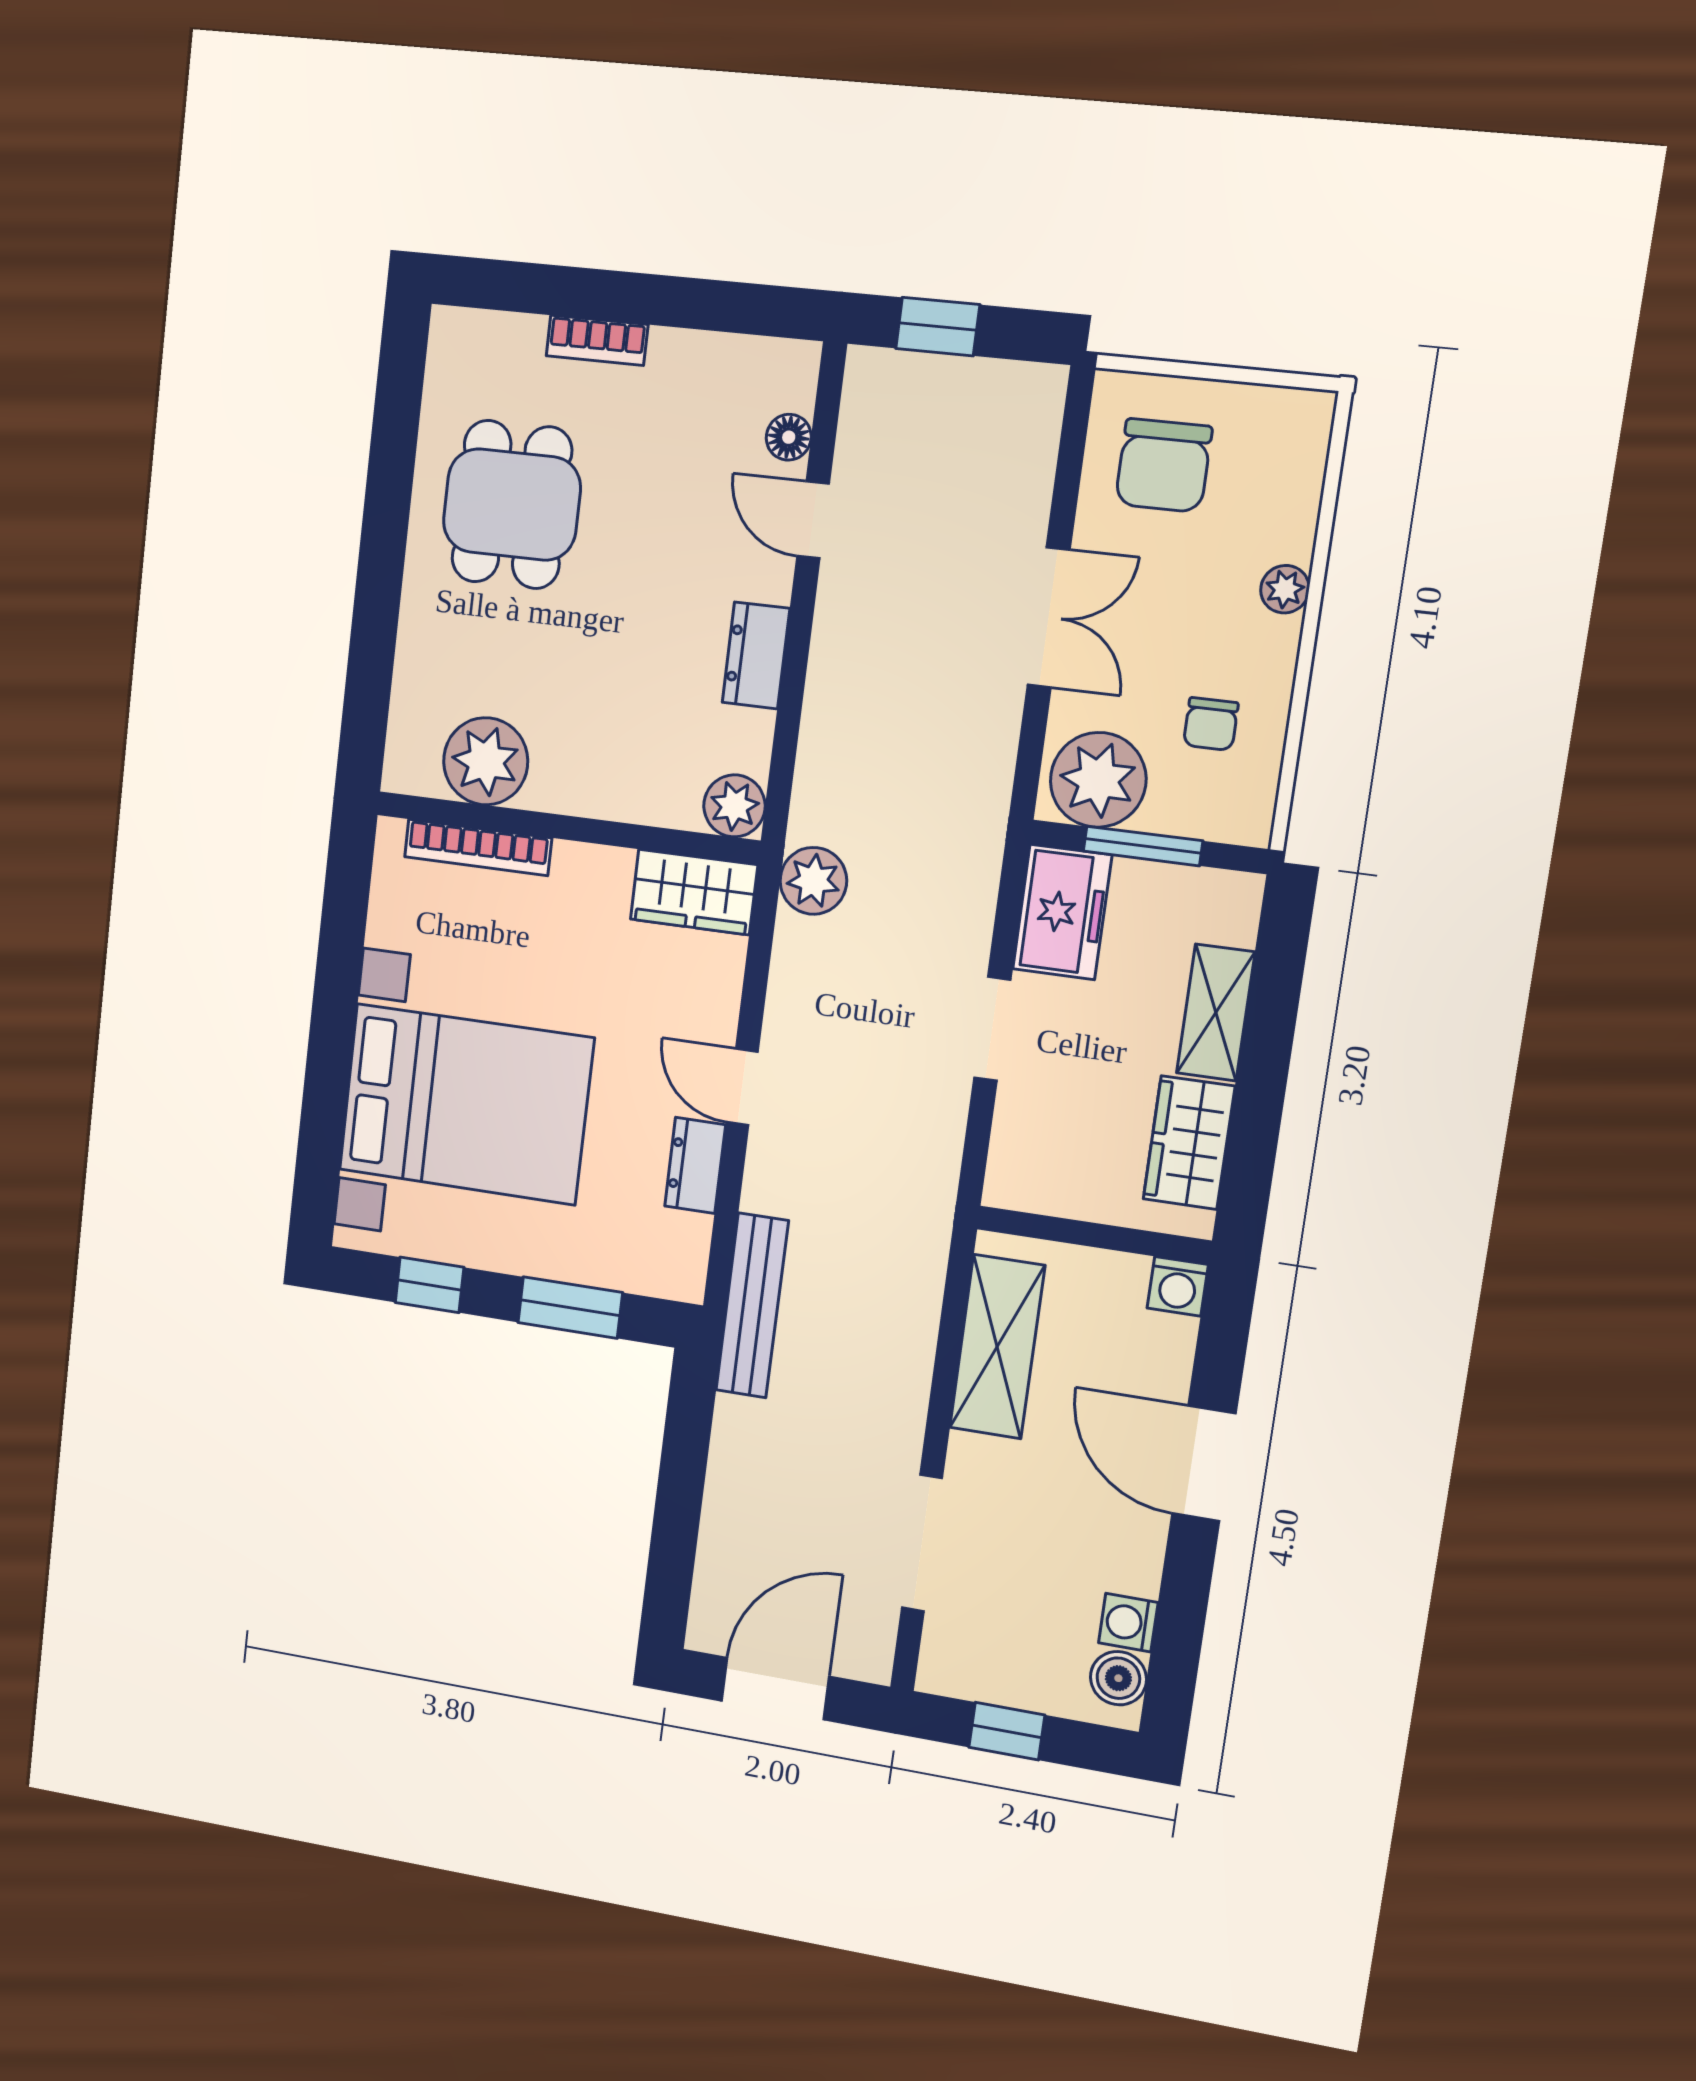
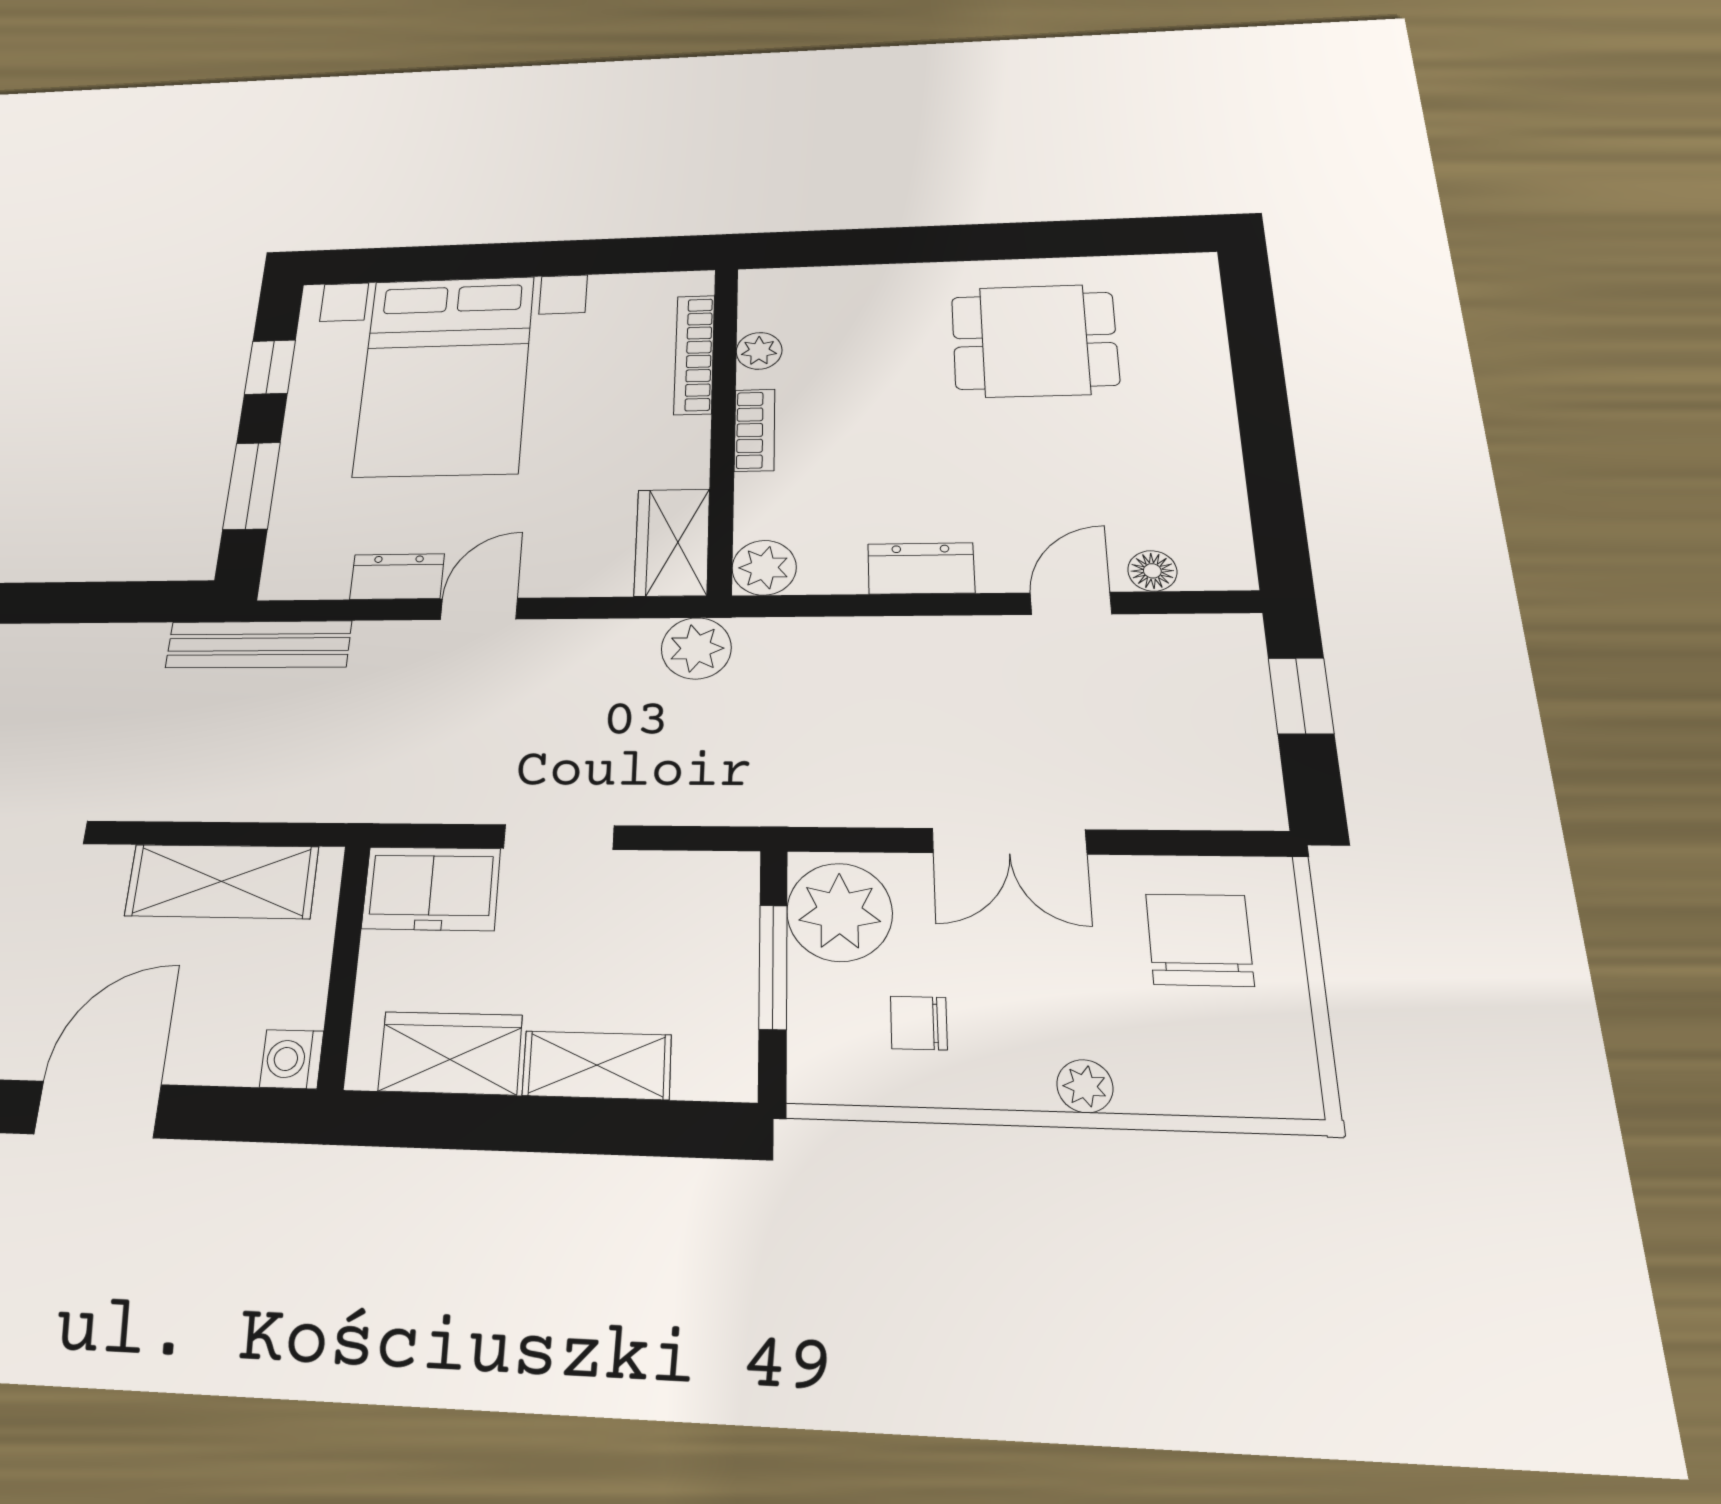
bookcase: (597, 340) -> (754, 430), moved, turned 180
chair: (1164, 465) -> (1199, 940), turned 90
plant: (486, 761) -> (759, 351), width x0.53, depth x0.53
freezer: (1062, 912) -> (431, 889), moved

